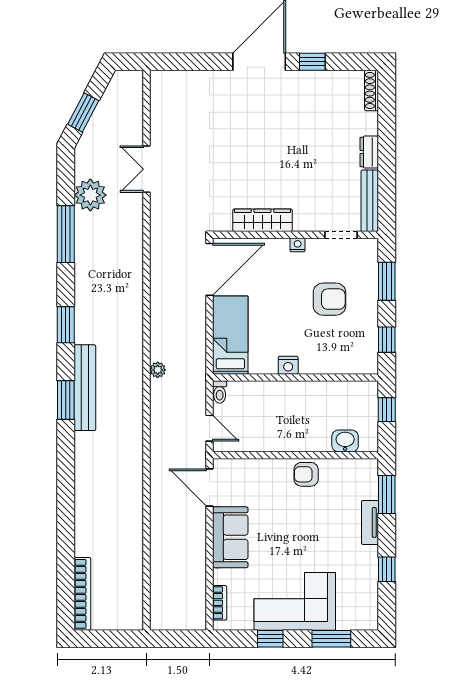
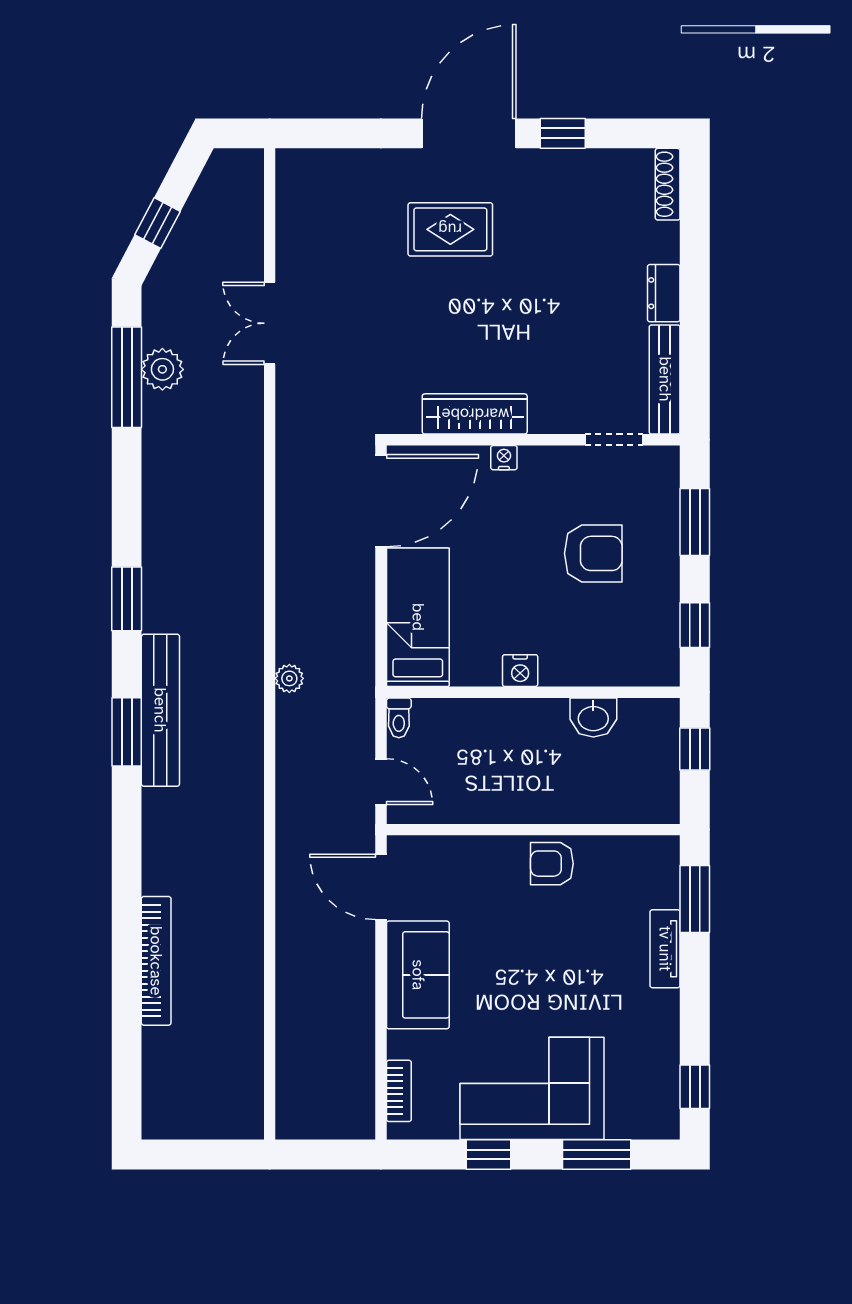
window: (83, 112) -> (157, 223), width x0.67
rug: (249, 116) -> (450, 229), added
plant: (90, 195) -> (162, 369), width x0.73, depth x0.73
window: (66, 234) -> (127, 377), moved
nightstand: (298, 245) -> (504, 458), moved
washbasin: (345, 441) -> (593, 717), moved, turned 180
window: (387, 569) -> (695, 1087), moved
bookcase: (82, 594) -> (156, 961), moved

